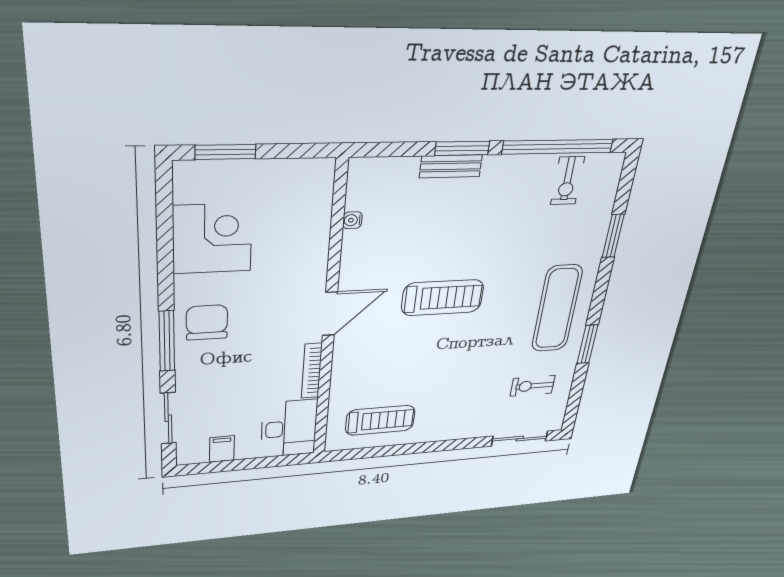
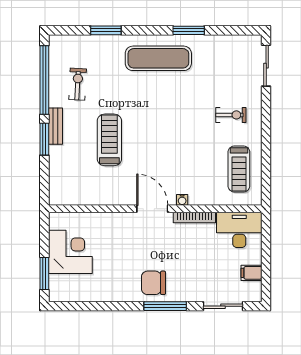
bench: (451, 166) -> (55, 126), moved
exercise bike: (567, 181) -> (78, 84), moved, turned -87
water cooler: (352, 220) -> (182, 200), moved
corner desk: (212, 239) -> (70, 252), moved, turned 90
treadmill: (443, 298) -> (109, 140), moved
exercise bike: (533, 386) -> (231, 115), moved, turned -90
treadmill: (380, 420) -> (239, 169), turned 180

